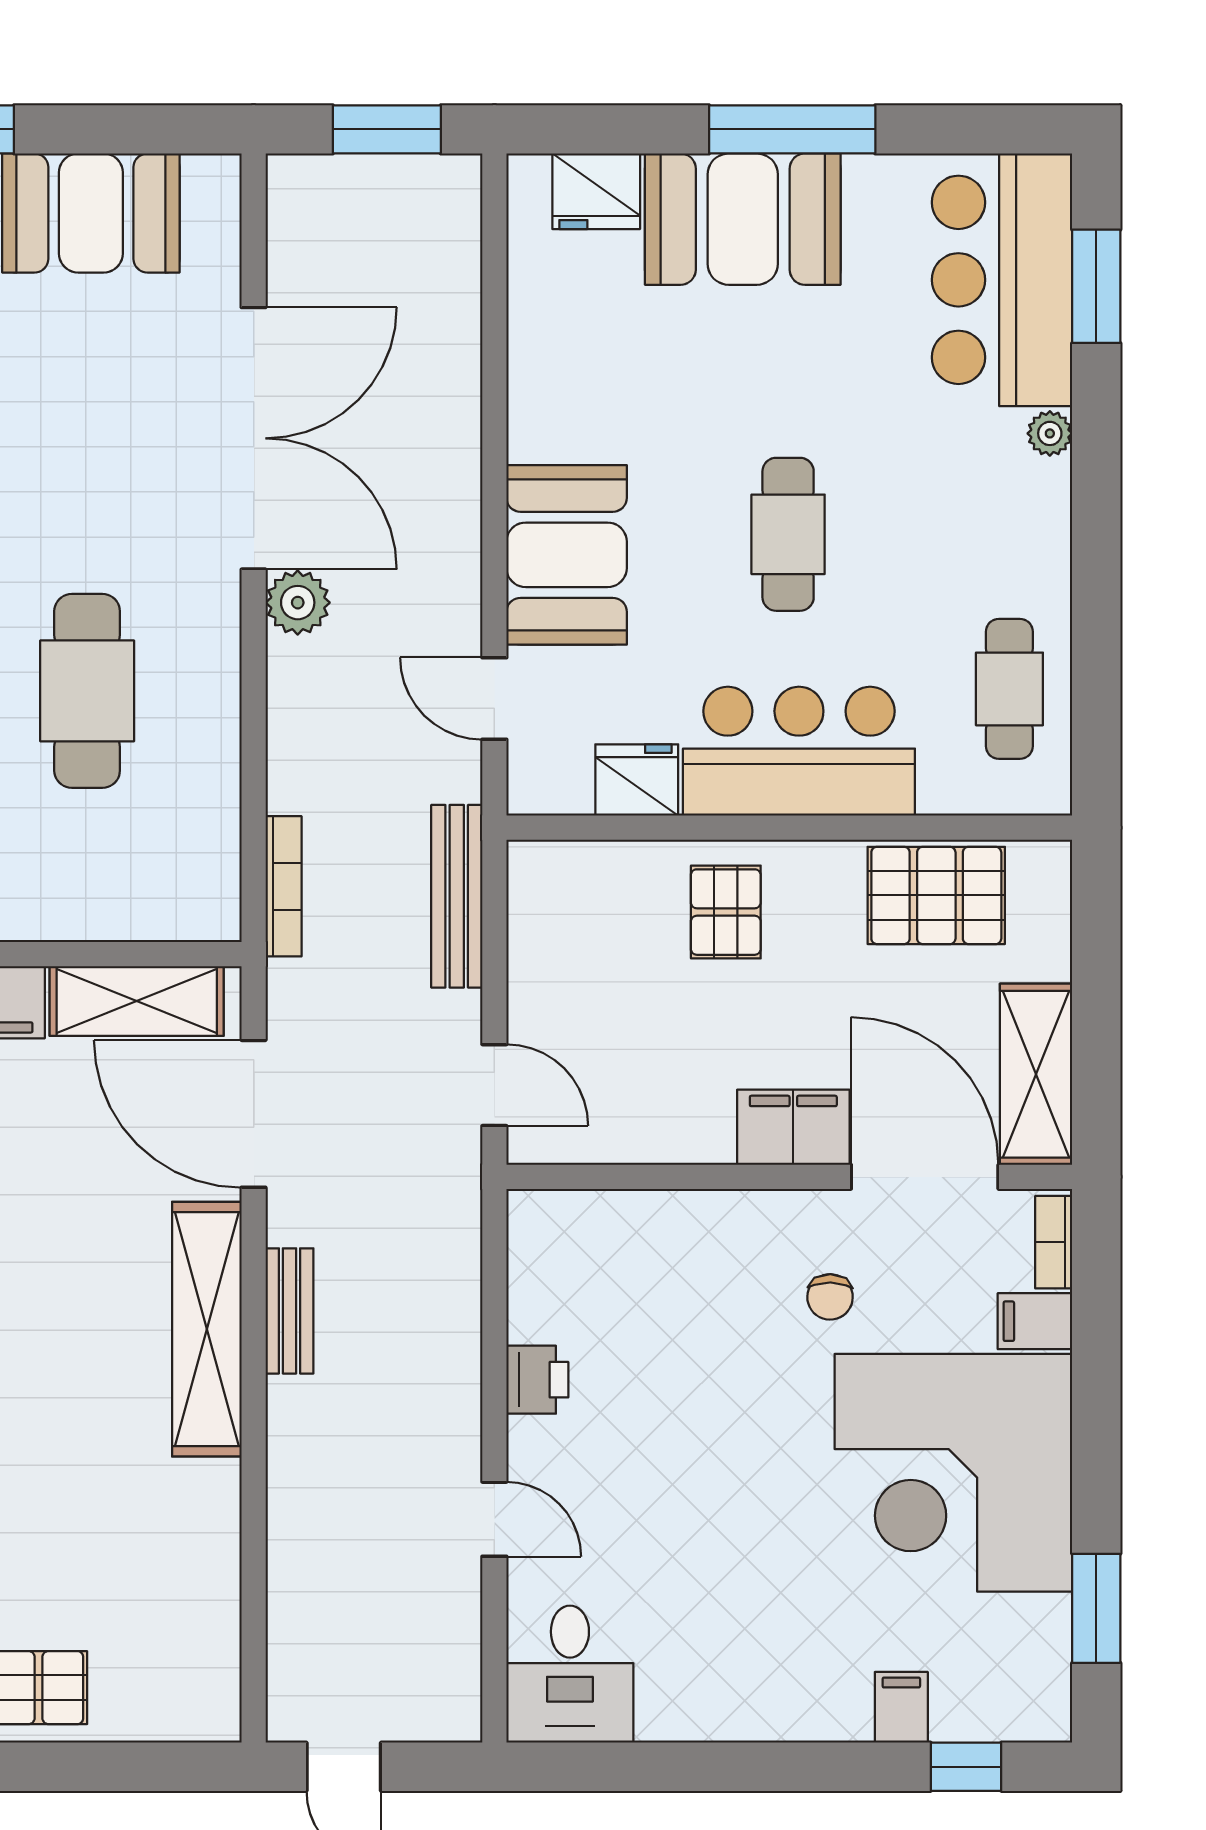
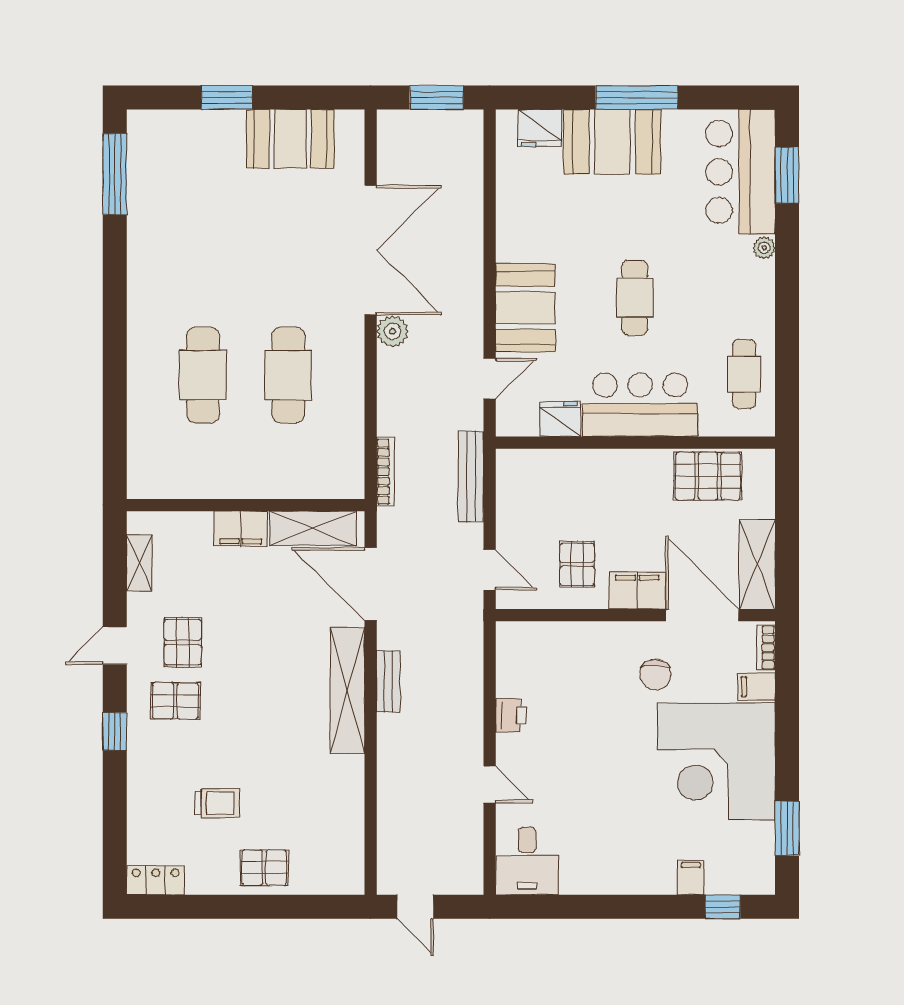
door: (494, 698) -> (490, 379), swing flipped
pallet: (726, 912) -> (577, 564), moved
chair: (830, 1297) -> (655, 675), width x1.37, depth x1.37

